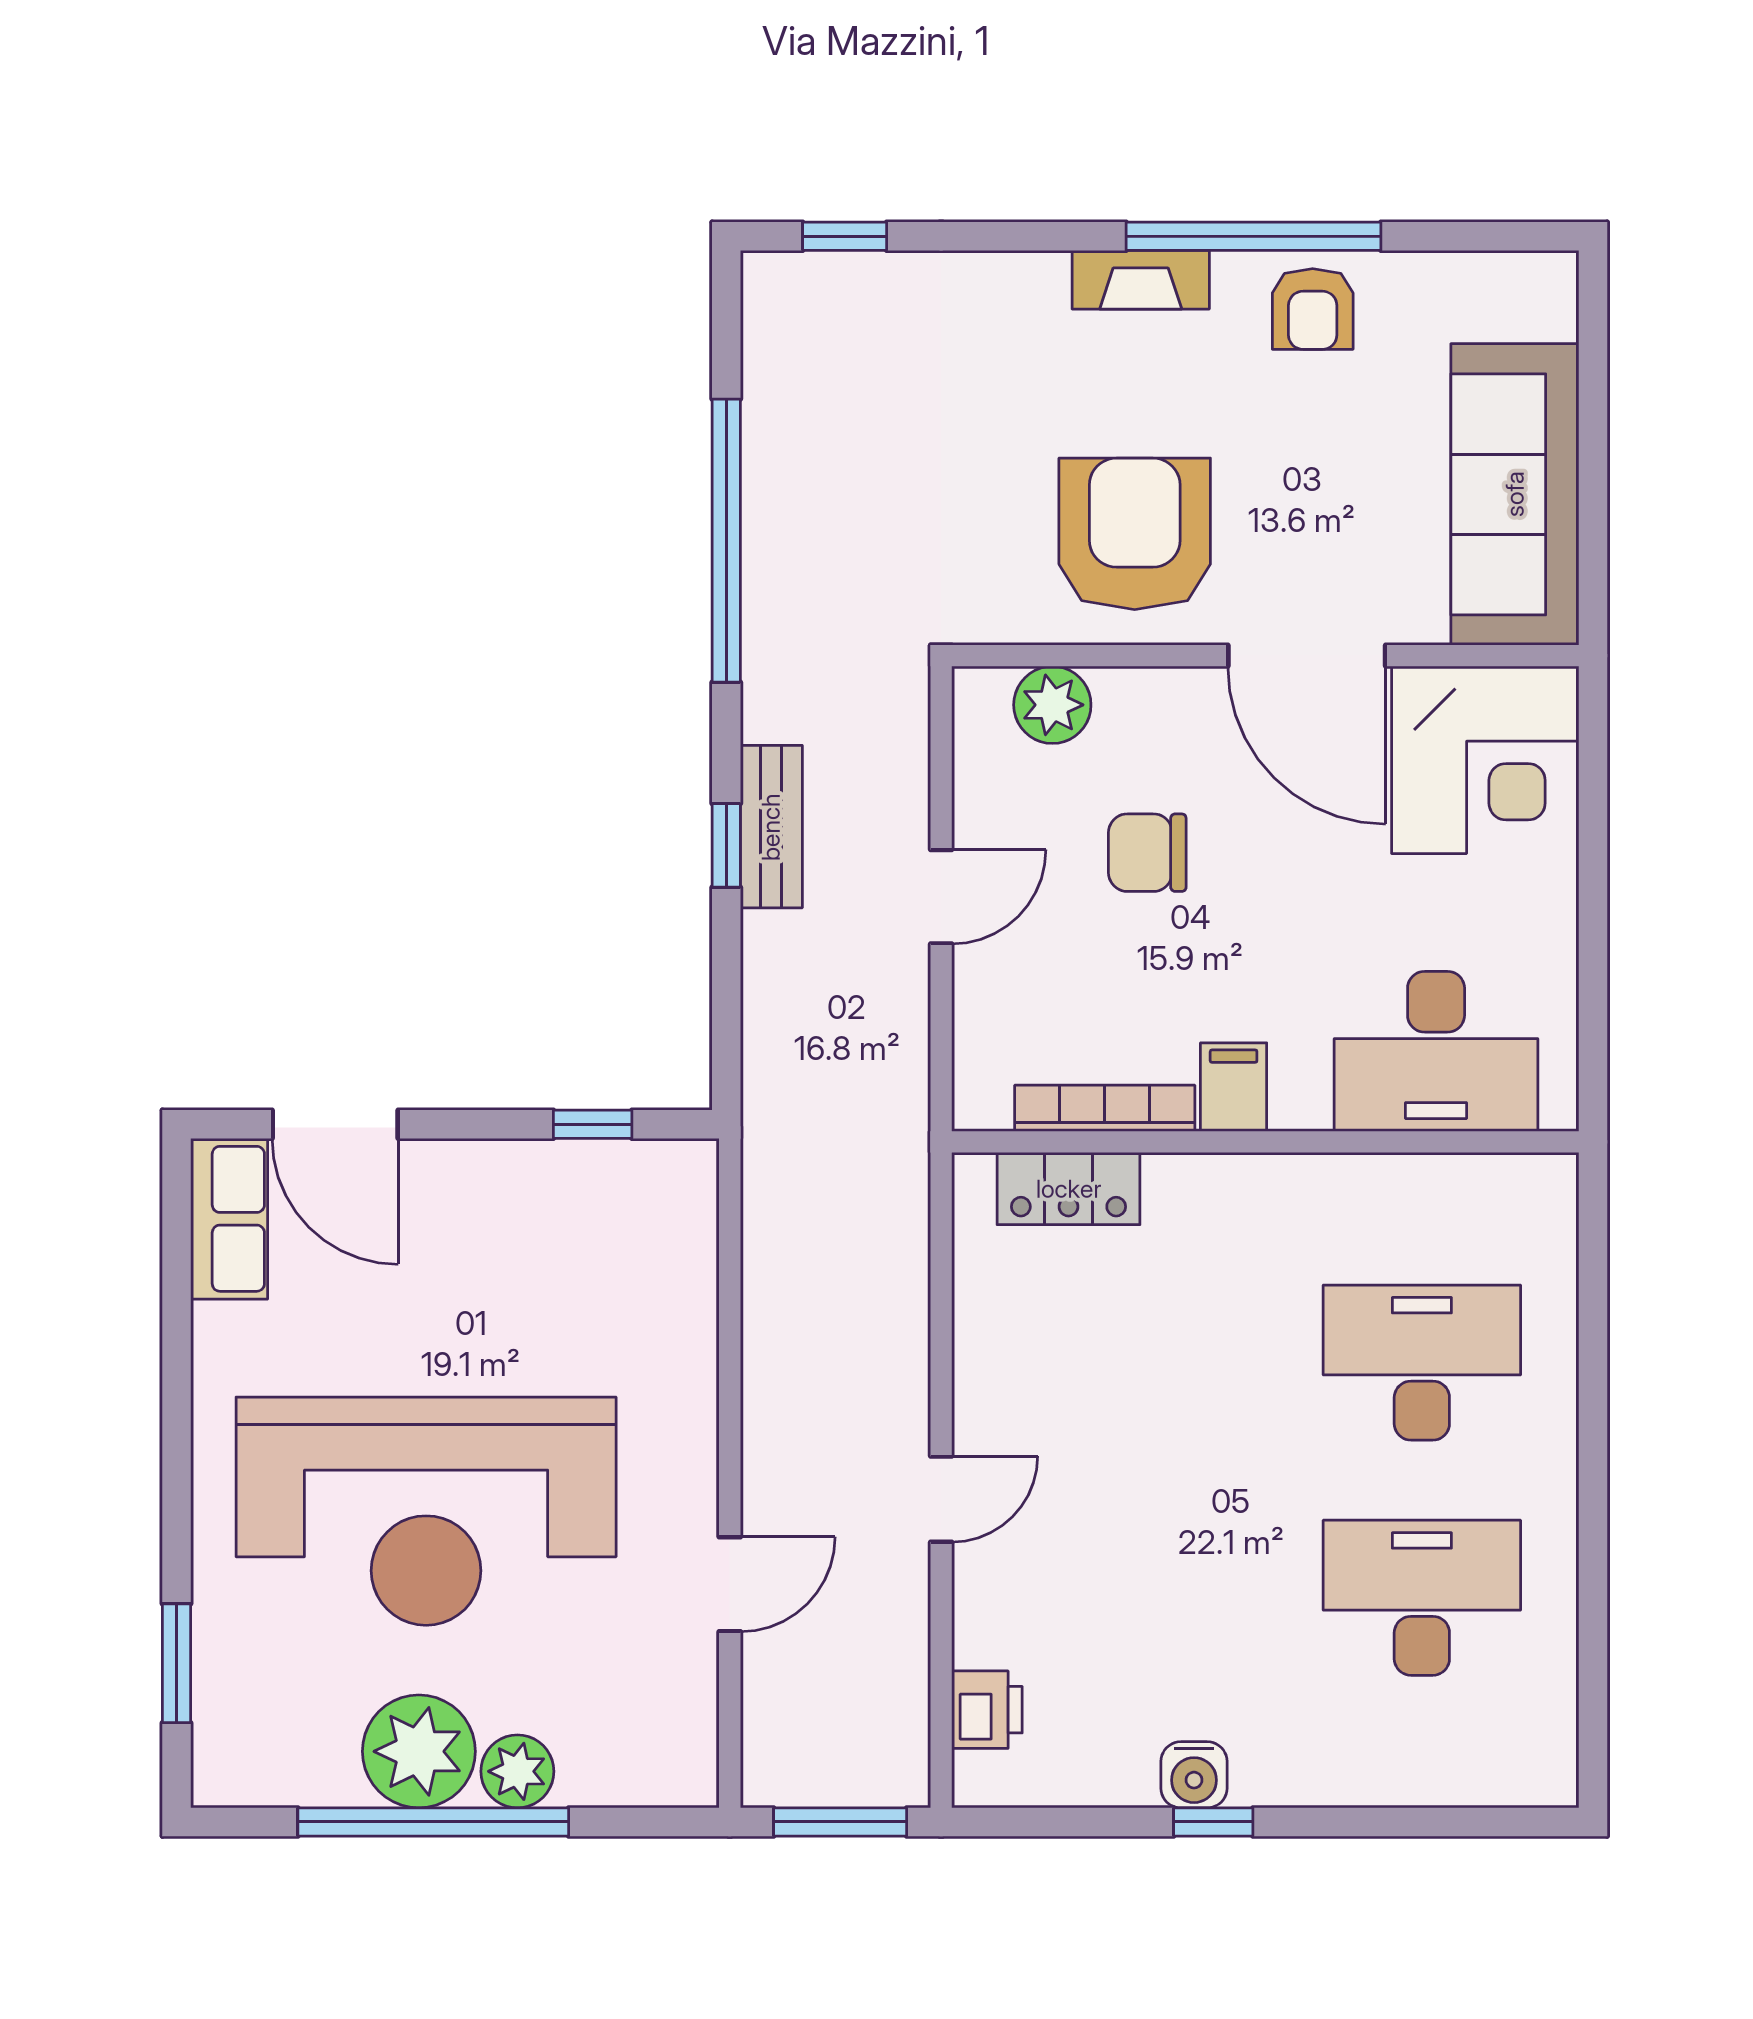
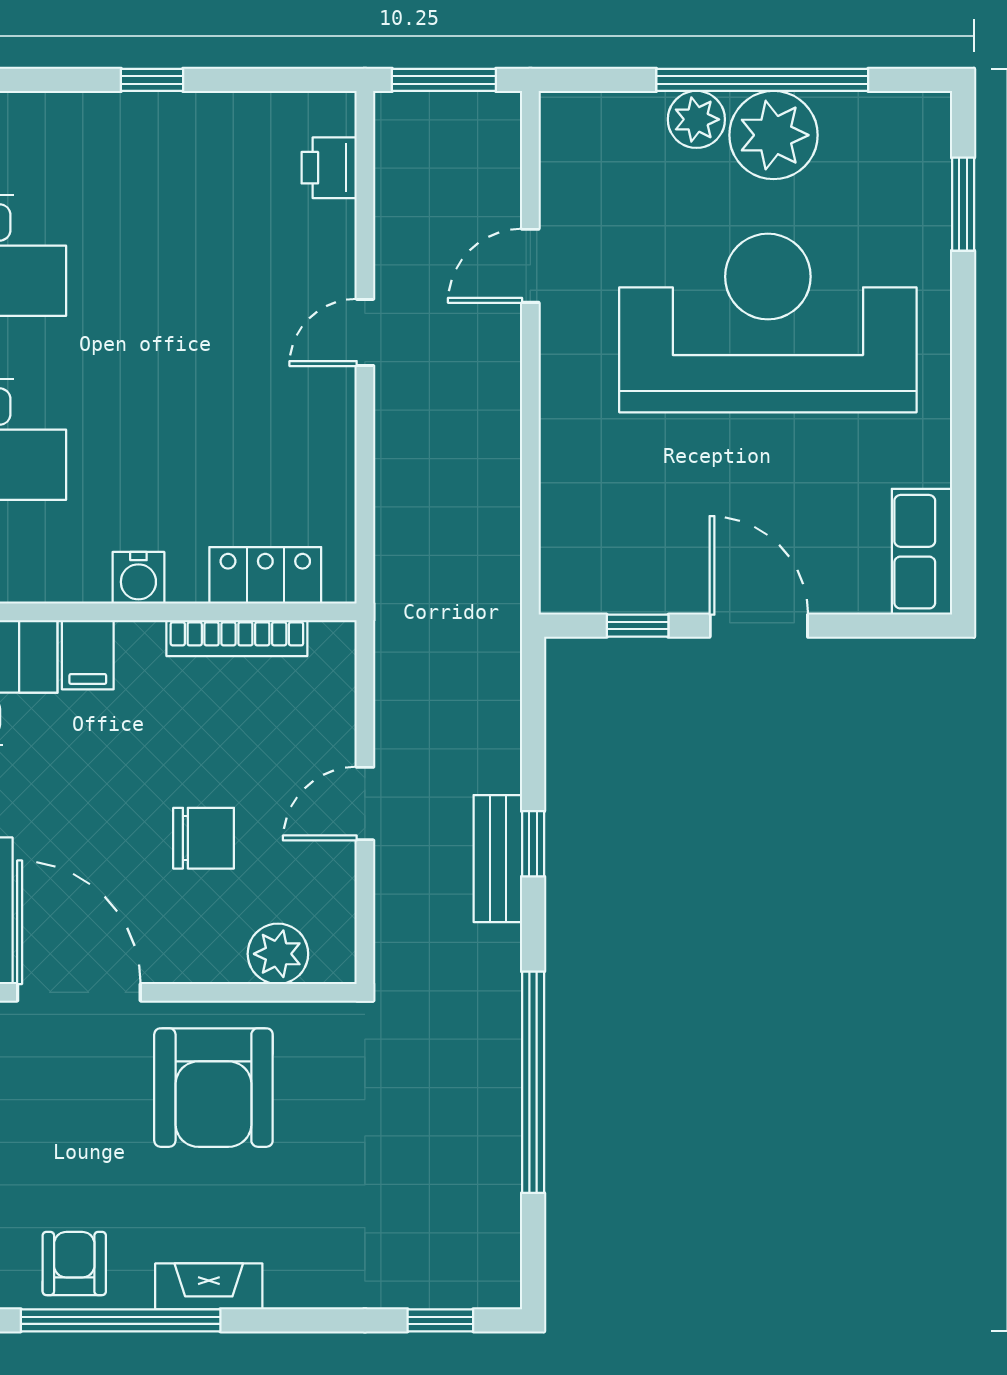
filing cabinet: (1234, 1087) -> (88, 655), moved
door: (335, 1124) -> (759, 626), moved
water cooler: (1194, 1775) -> (138, 578), moved, turned 180

